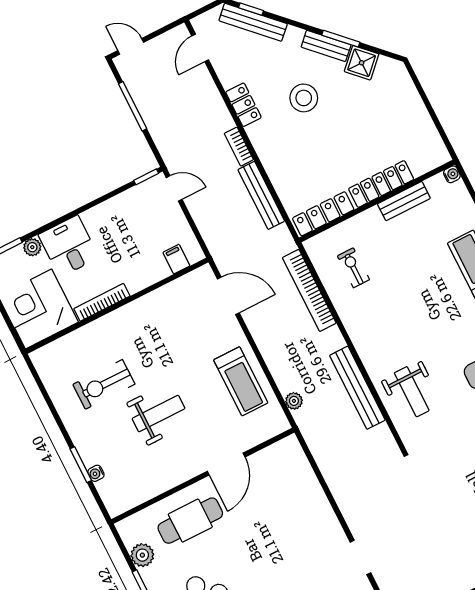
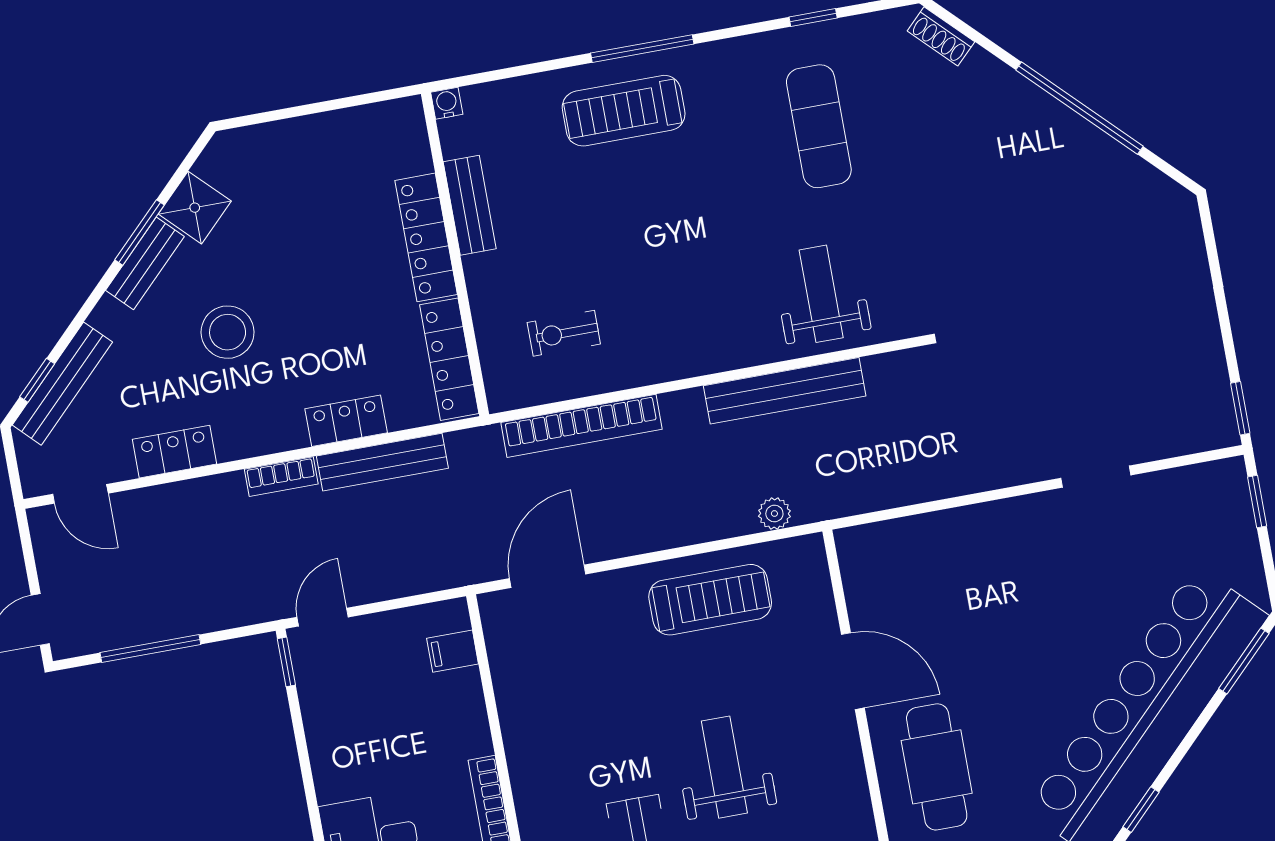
locker: (243, 105) -> (175, 452), moved
locker: (277, 171) -> (346, 421), added
weight bench: (412, 392) -> (821, 294), turned -90

